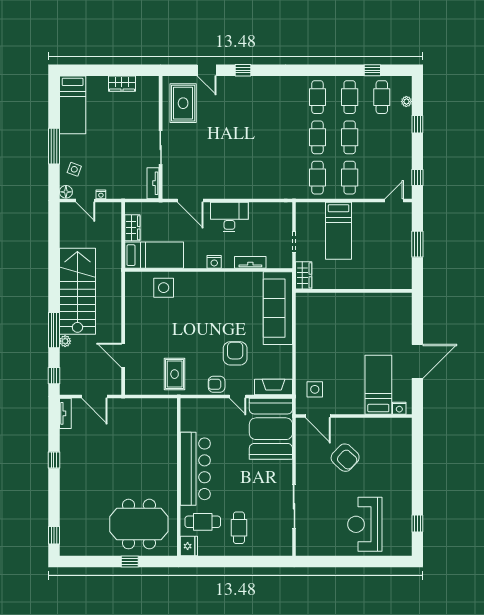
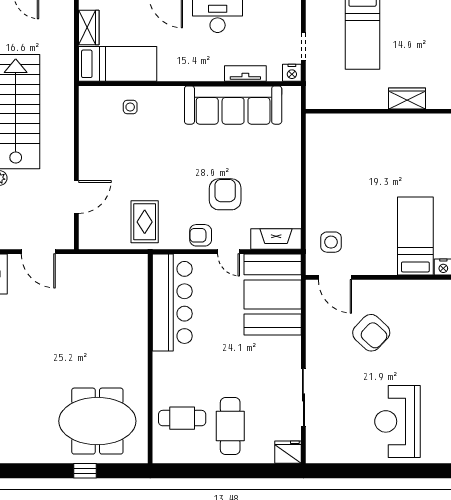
nightstand: (214, 262) -> (292, 73), moved
wardrobe: (304, 275) -> (407, 98), moved, turned -90
side table: (164, 288) -> (130, 107), width x0.54, depth x0.54
sofa: (278, 308) -> (233, 105), moved, turned -90
door: (123, 355) -> (76, 197), swing flipped
bar counter: (195, 469) -> (172, 302), moved
cafe table: (239, 528) -> (230, 426), width x1.37, depth x1.35
fridge: (189, 546) -> (288, 452), moved, turned -90

